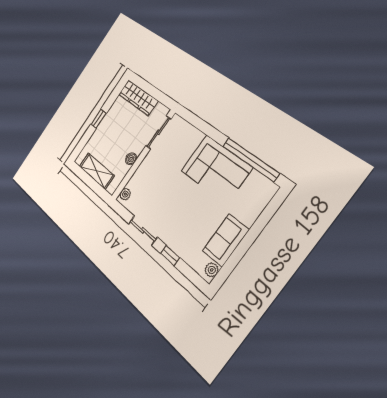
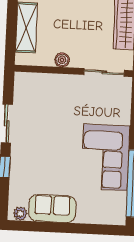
plant: (125, 194) -> (26, 79), removed

